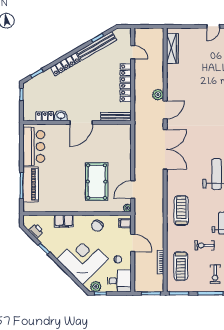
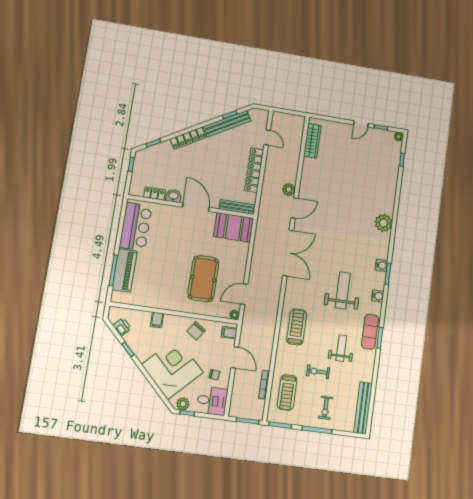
door: (81, 122) -> (196, 207), swing flipped
booth: (115, 135) -> (234, 227), added
filing cabinet: (64, 221) -> (157, 320), width x0.50

